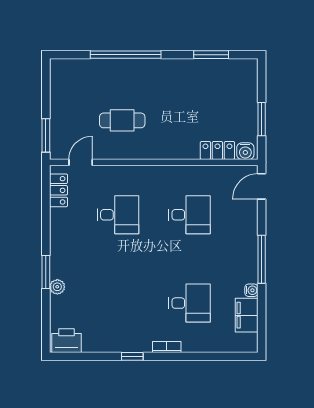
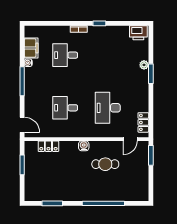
water cooler: (245, 151) -> (84, 146), moved
door: (262, 186) -> (22, 125), hinge flipped
desk: (118, 215) -> (108, 108), width x1.37

